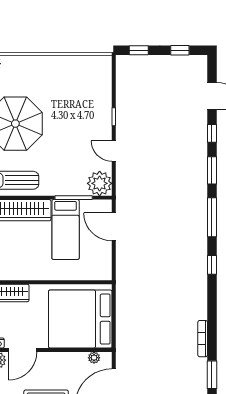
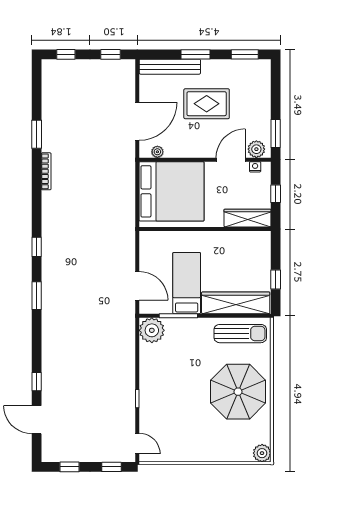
door: (114, 151) -> (137, 444), moved
window: (212, 170) -> (37, 344), removed
window: (212, 217) -> (37, 296), width x0.69

